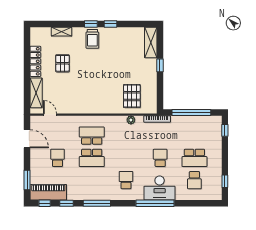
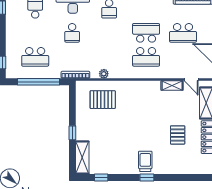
window: (111, 24) -> (101, 177), moved
shelving: (62, 32) -> (172, 86), moved
pallet: (132, 96) -> (103, 100), turned 90
school desk: (57, 158) -> (183, 33), width x1.85
school desk: (194, 158) -> (35, 57), moved, turned 180

